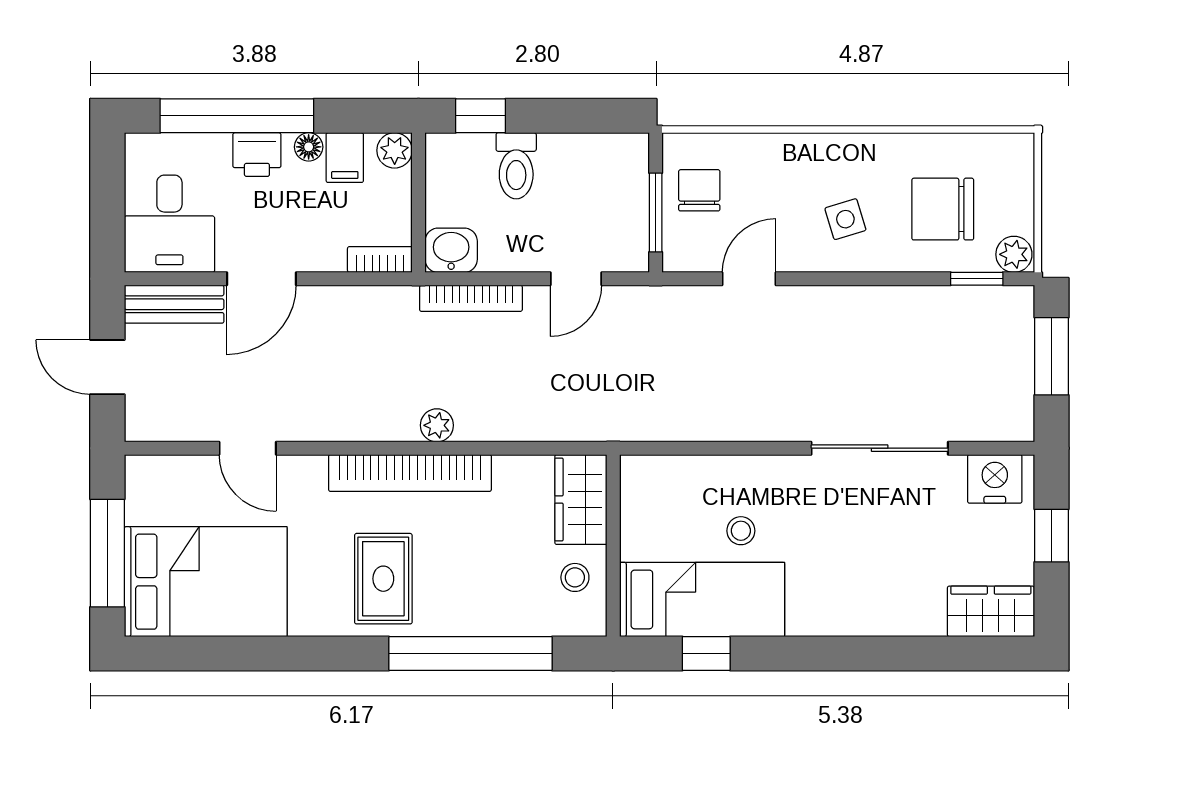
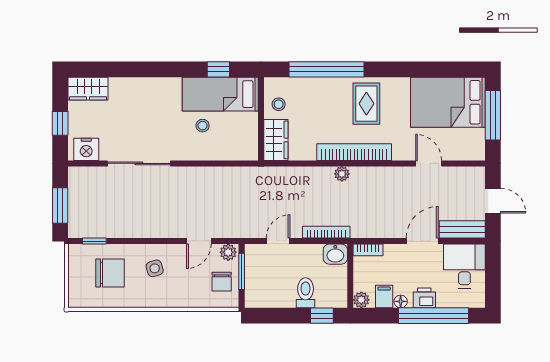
plant: (1014, 254) -> (228, 252), moved

